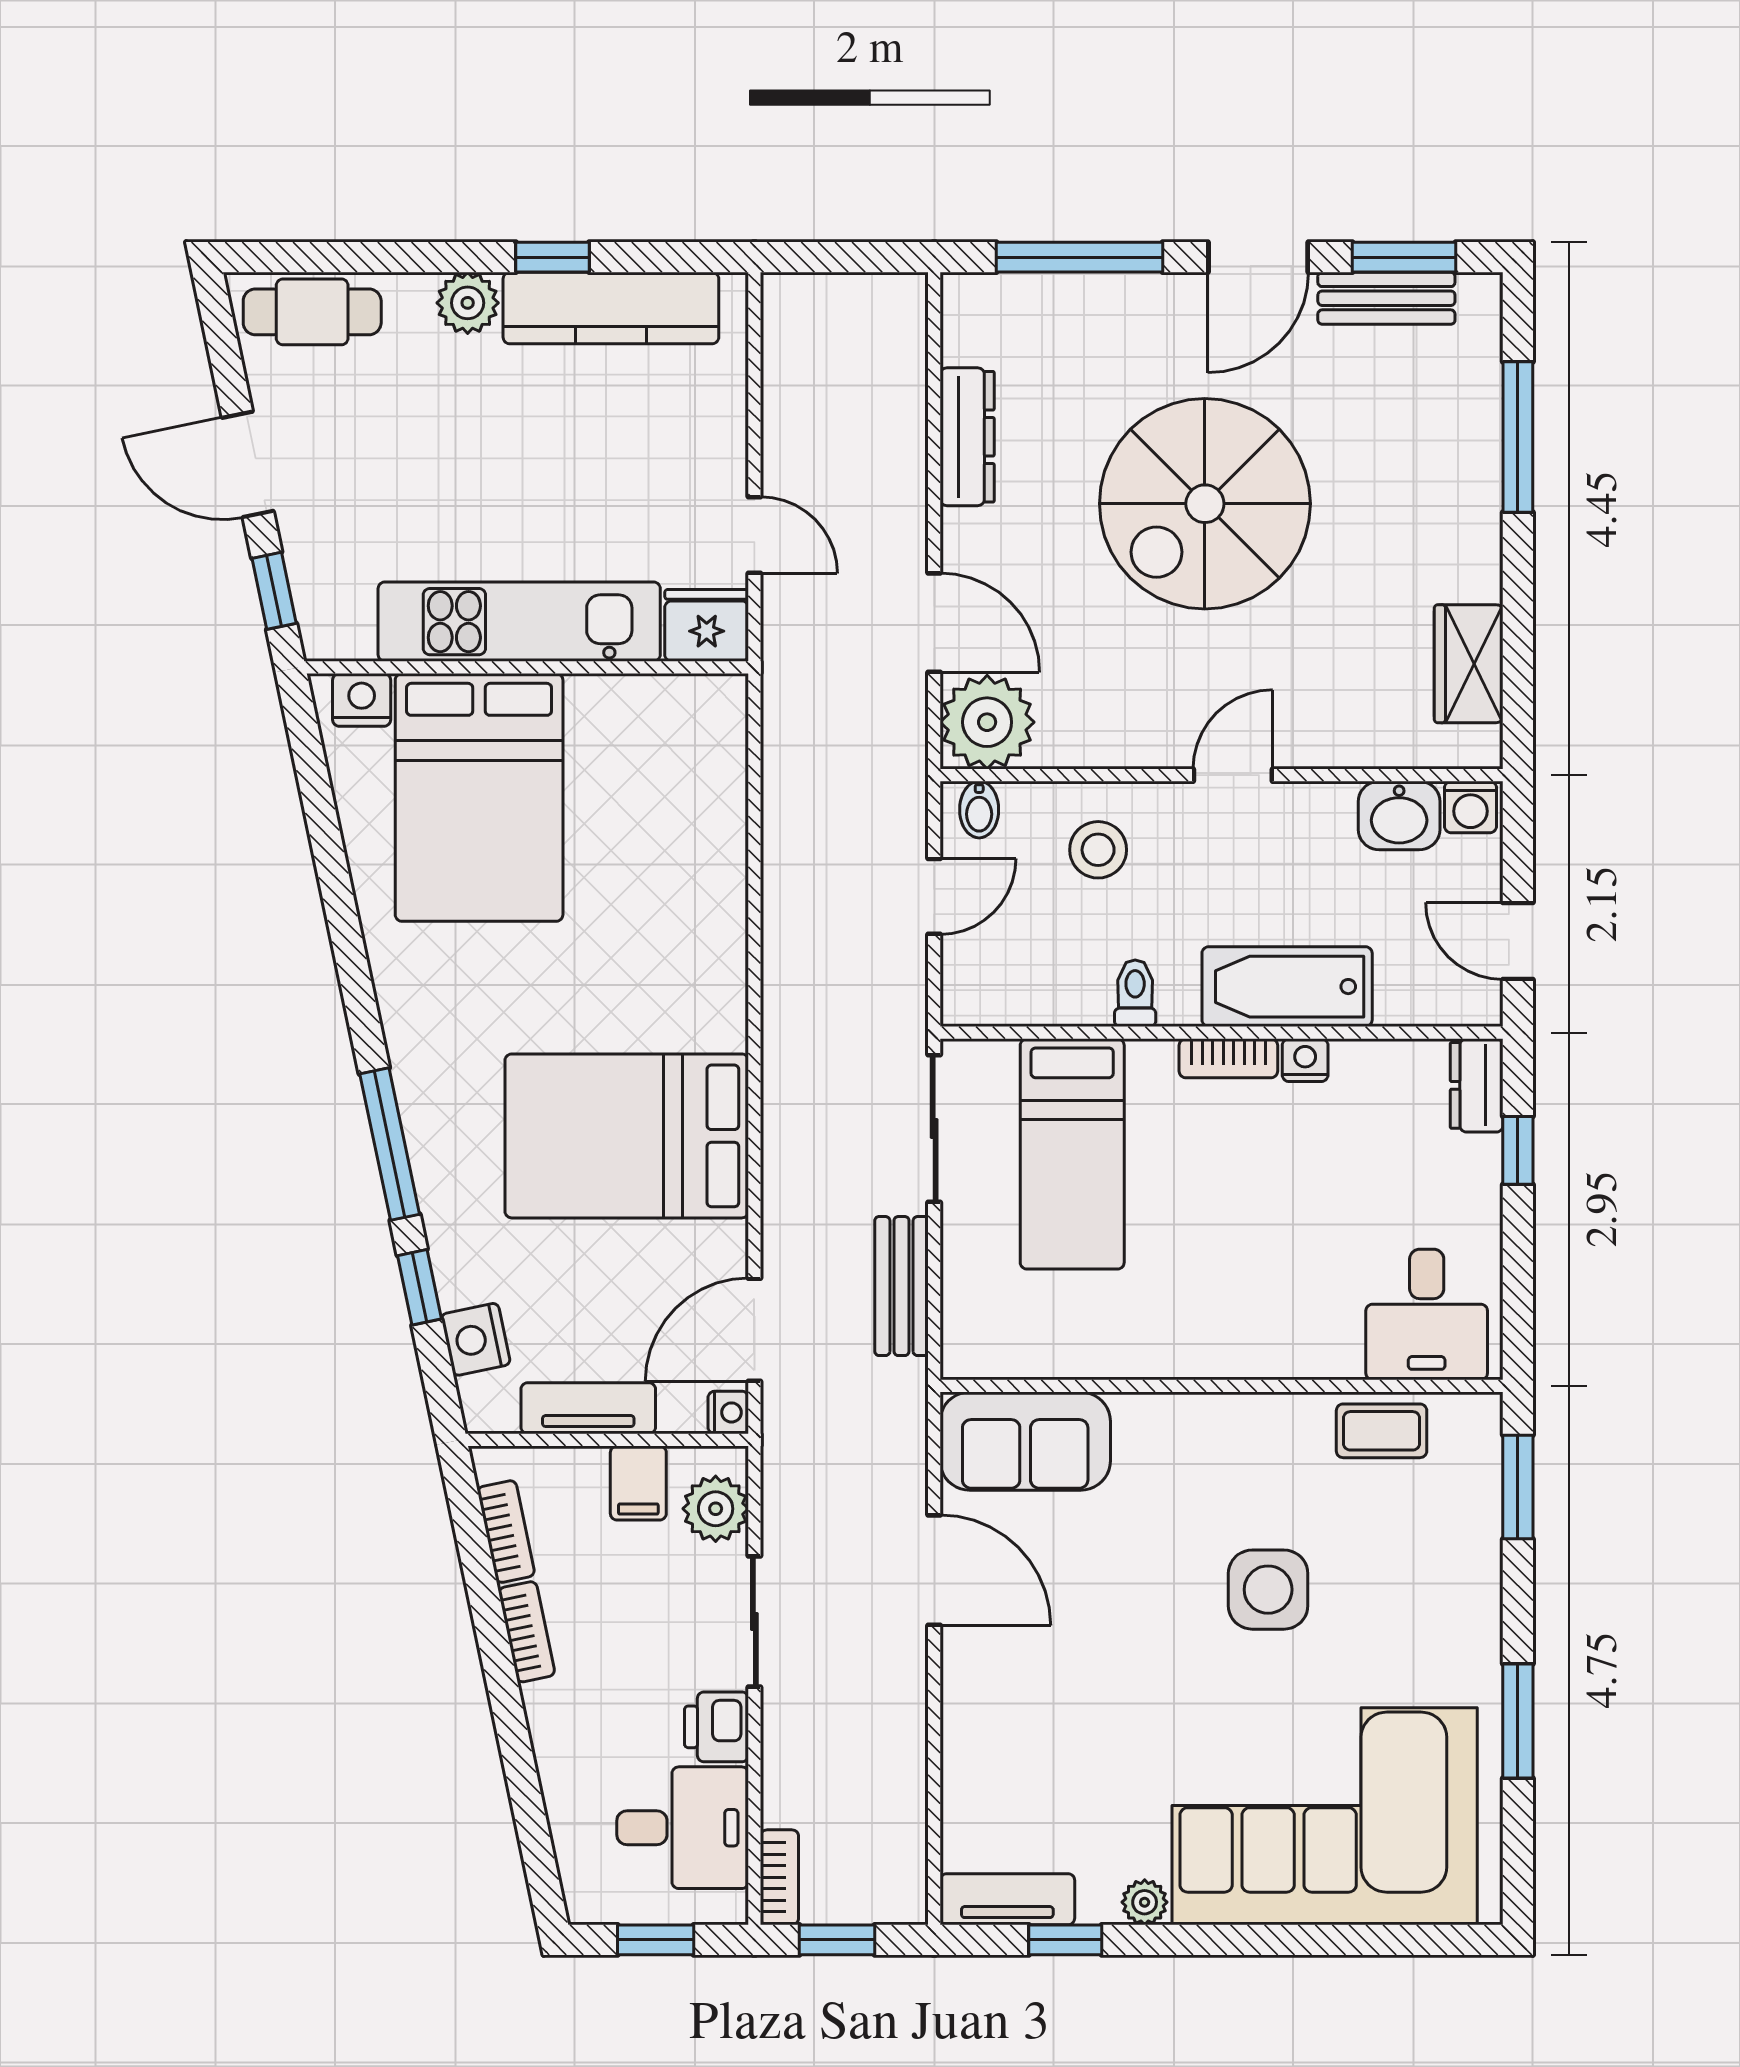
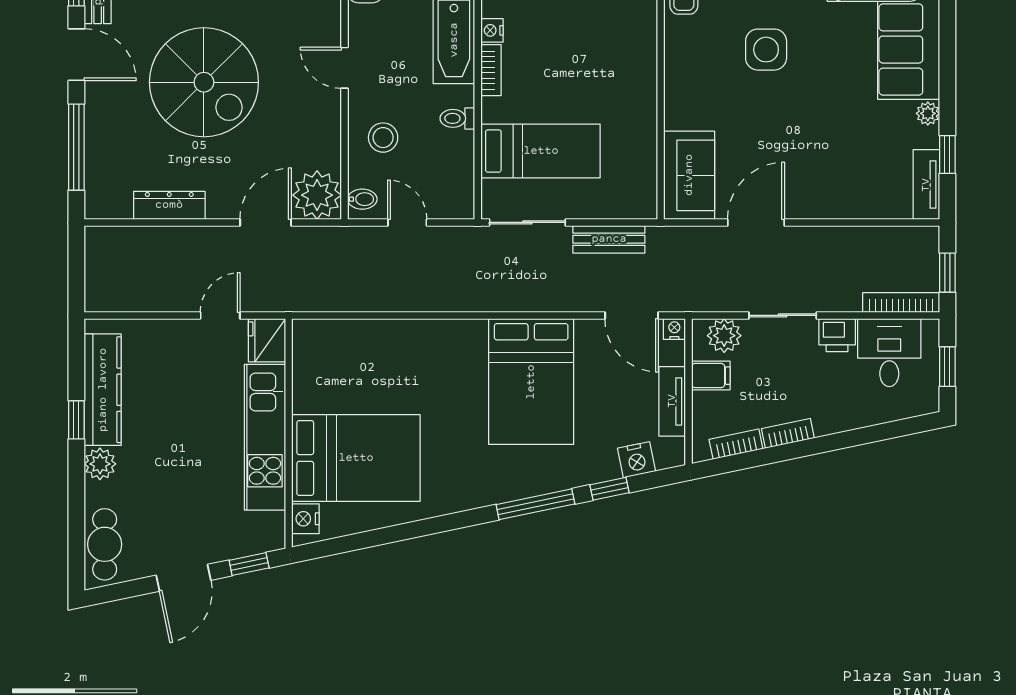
bookcase: (779, 1877) -> (901, 302), width x1.56

